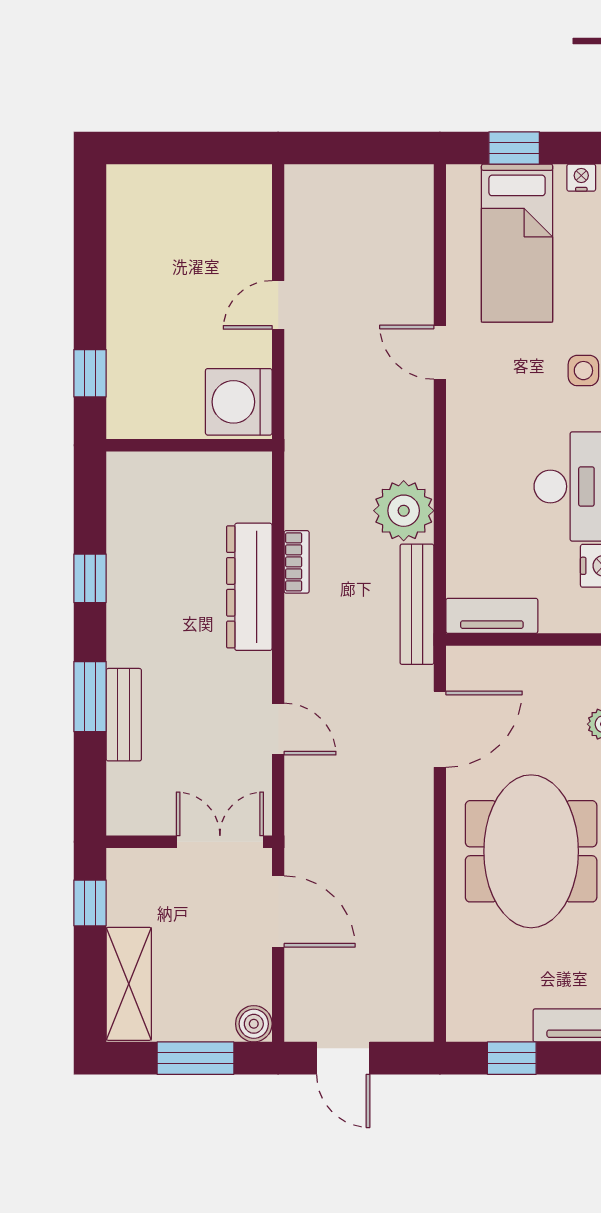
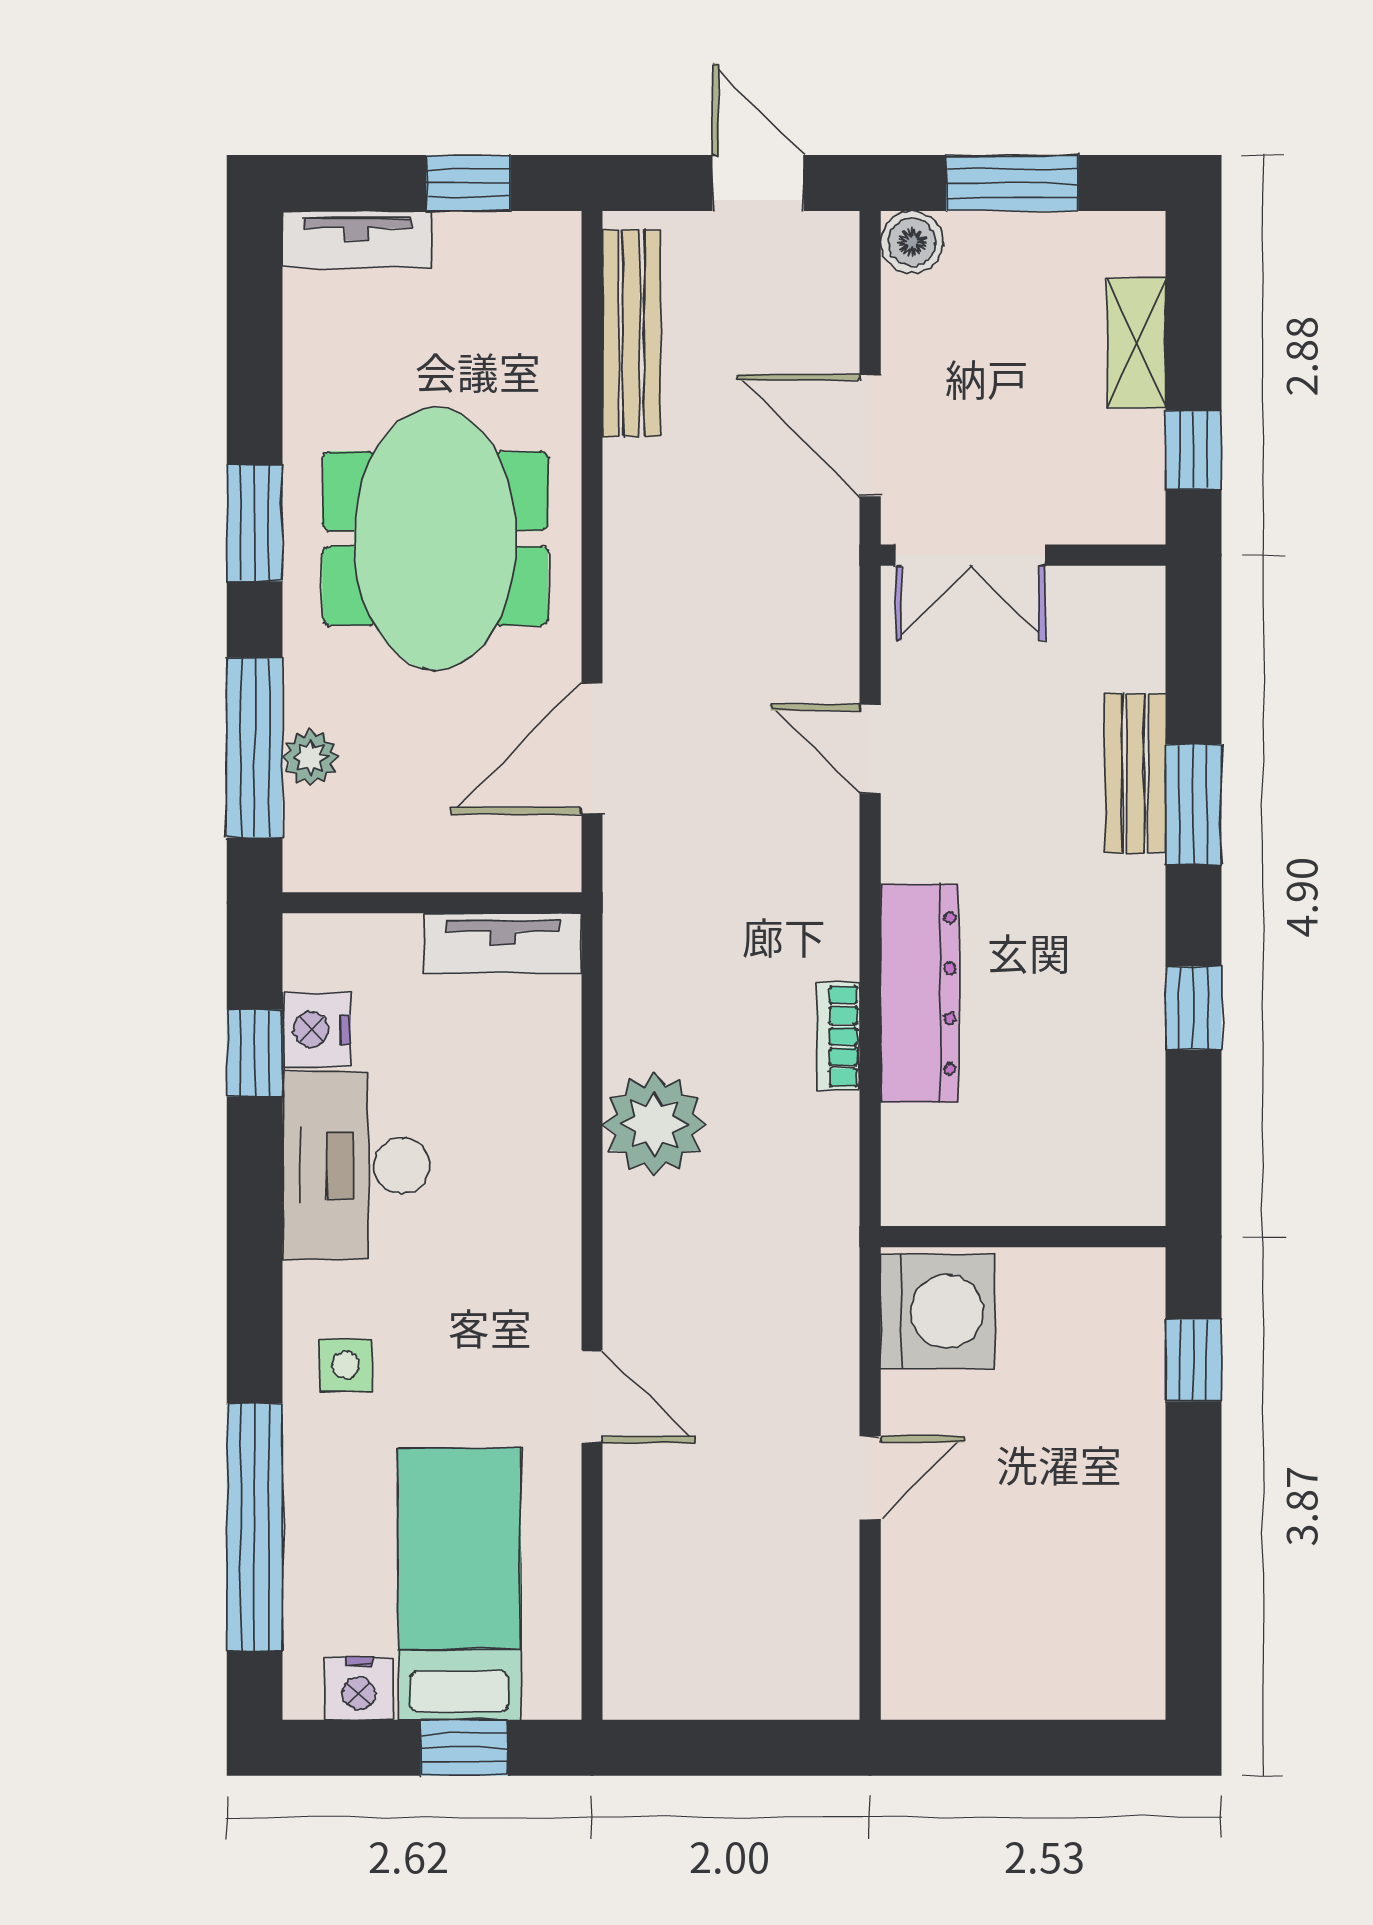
nightstand: (581, 178) -> (358, 1688), width x1.39, depth x1.35
bench: (417, 604) -> (631, 333), moved
shelving: (129, 984) -> (1137, 343), width x0.67, depth x0.75

